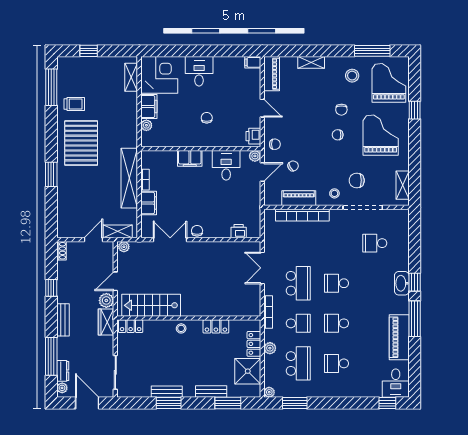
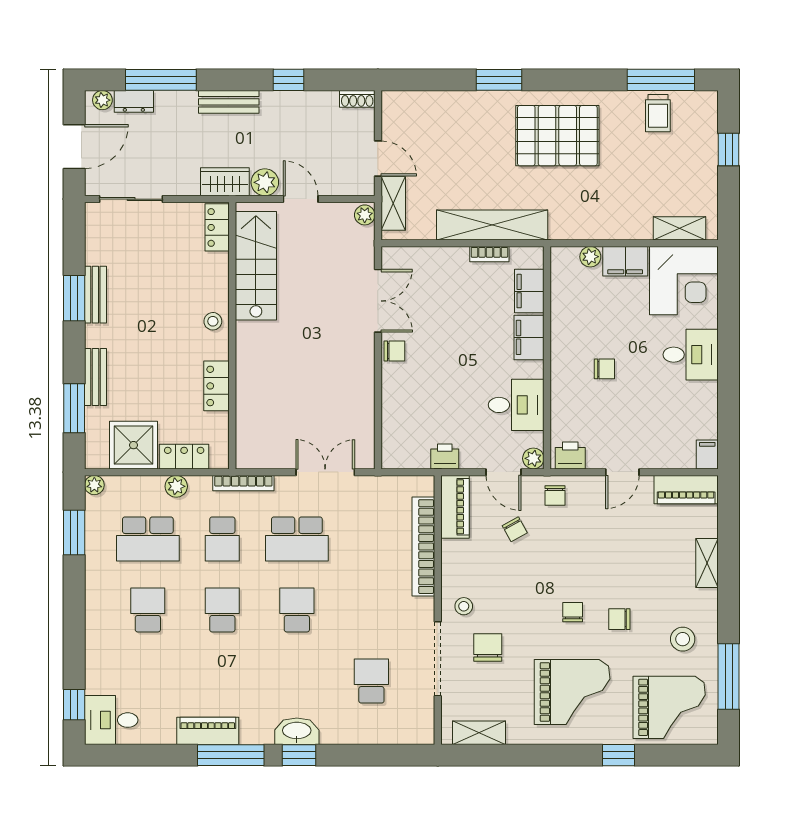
trolley: (74, 104) -> (658, 113), moved
piano: (299, 198) -> (455, 507), moved
filing cabinet: (149, 203) -> (529, 291), moved, turned 90
printer: (239, 231) -> (445, 456), moved, turned -90
piano: (399, 337) -> (208, 731), width x0.73, depth x0.75

